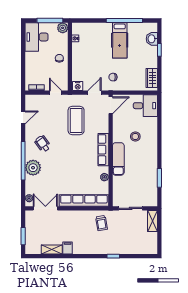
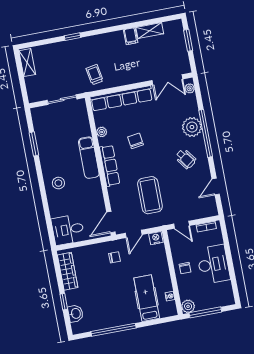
desk: (37, 37) -> (213, 264), moved
hospital bed: (120, 40) -> (147, 298), moved
wardrobe: (152, 78) -> (68, 271), width x1.50
stool: (135, 137) -> (58, 183), moved
chair: (79, 165) -> (135, 141), added
shelving: (152, 221) -> (27, 63), moved

